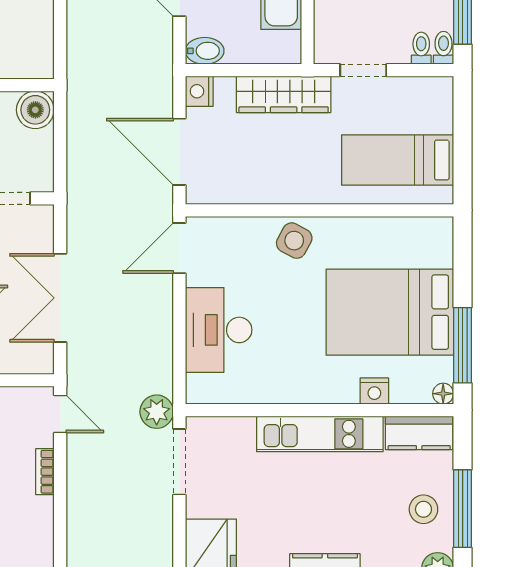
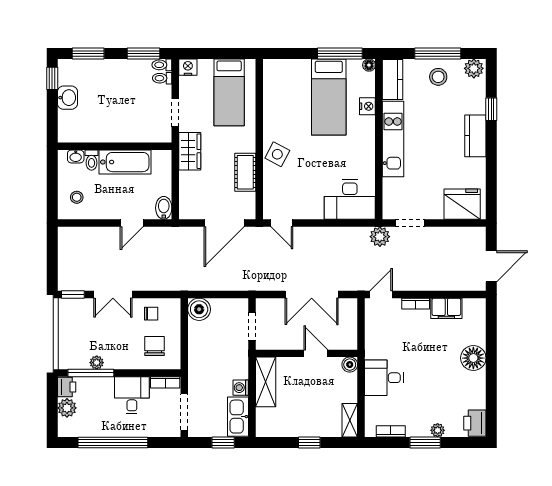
chair: (28, 30) -> (151, 314), added
nightstand: (199, 91) -> (188, 67), moved, turned 180
wardrobe: (284, 94) -> (190, 151), width x0.67
cot: (264, 187) -> (245, 172), added
door: (179, 248) -> (282, 223), width x0.73
bed: (390, 312) -> (329, 97), width x0.67
desk: (219, 330) -> (350, 200), moved
doorway: (179, 462) -> (410, 223), width x0.73
filing cabinet: (37, 523) -> (446, 308), added

